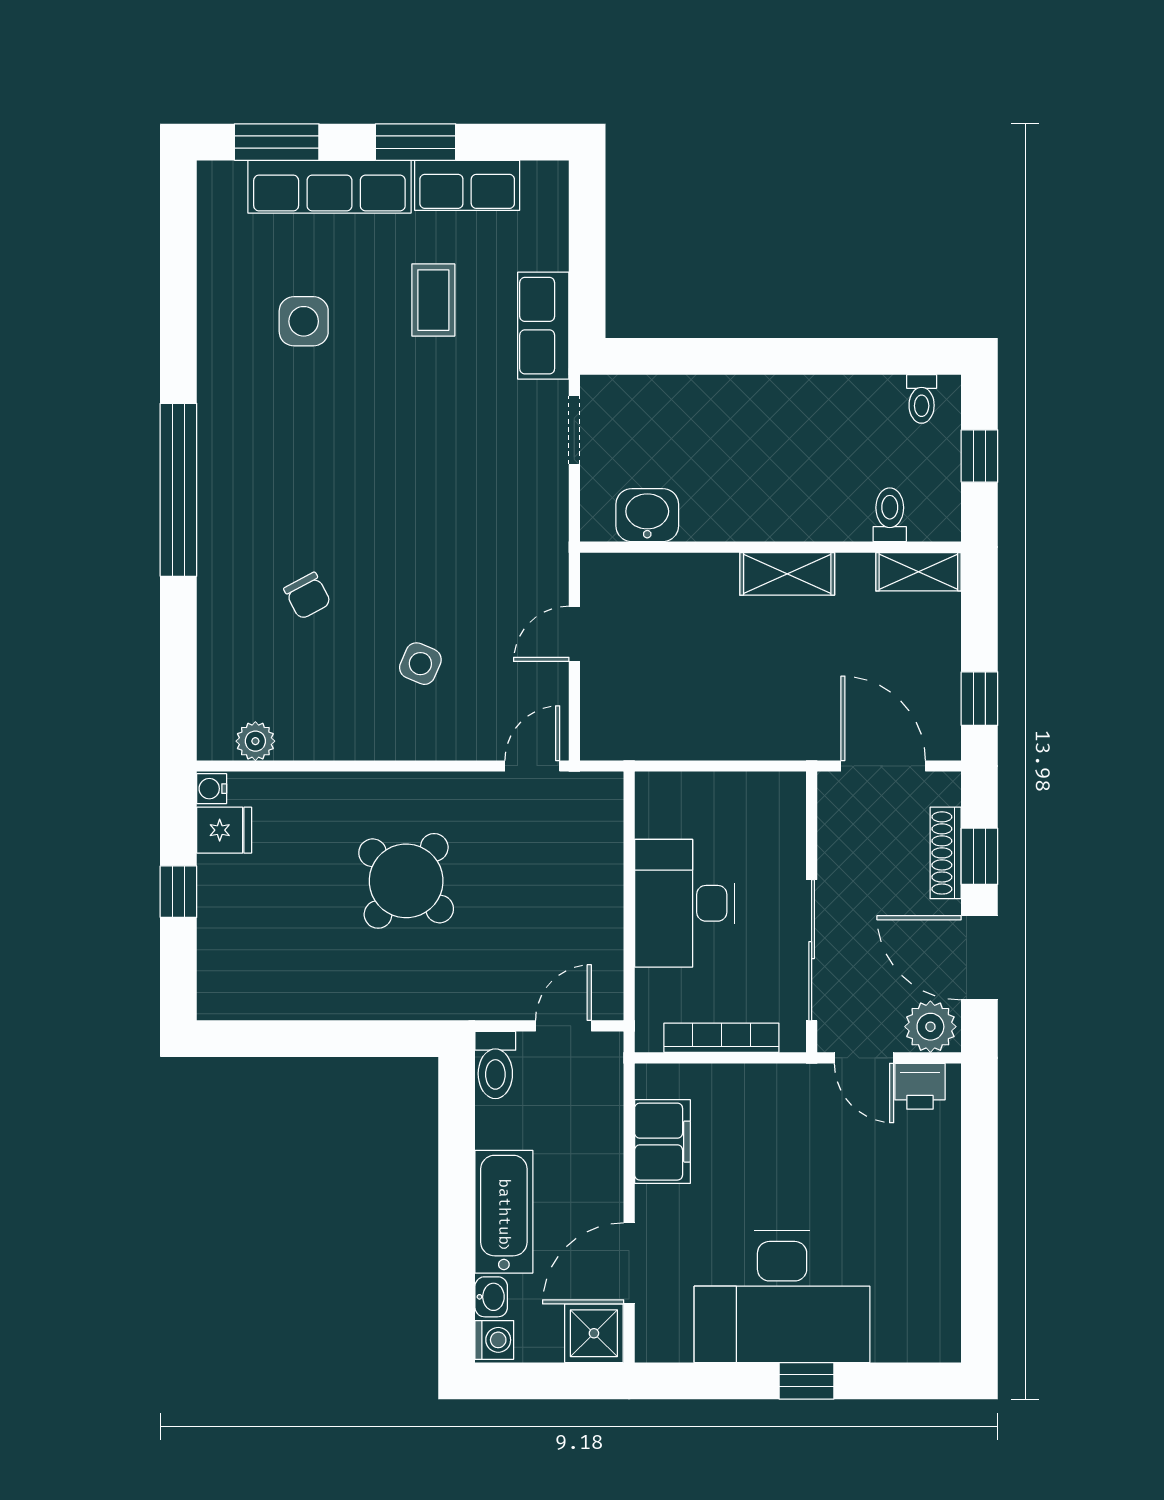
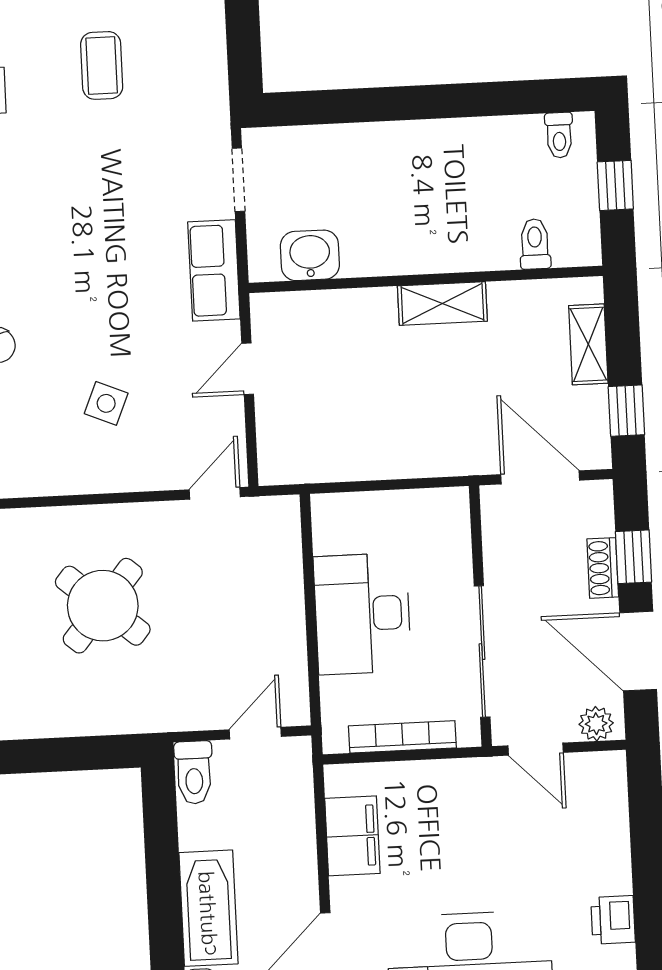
row of seats: (543, 326) -> (214, 270), moved
shelving: (918, 572) -> (588, 344), moved, turned 90
shoe rack: (946, 853) -> (603, 568), width x0.70
plant: (930, 1027) -> (596, 724), width x0.73, depth x0.73
printer: (920, 1086) -> (613, 920), moved, turned 90

